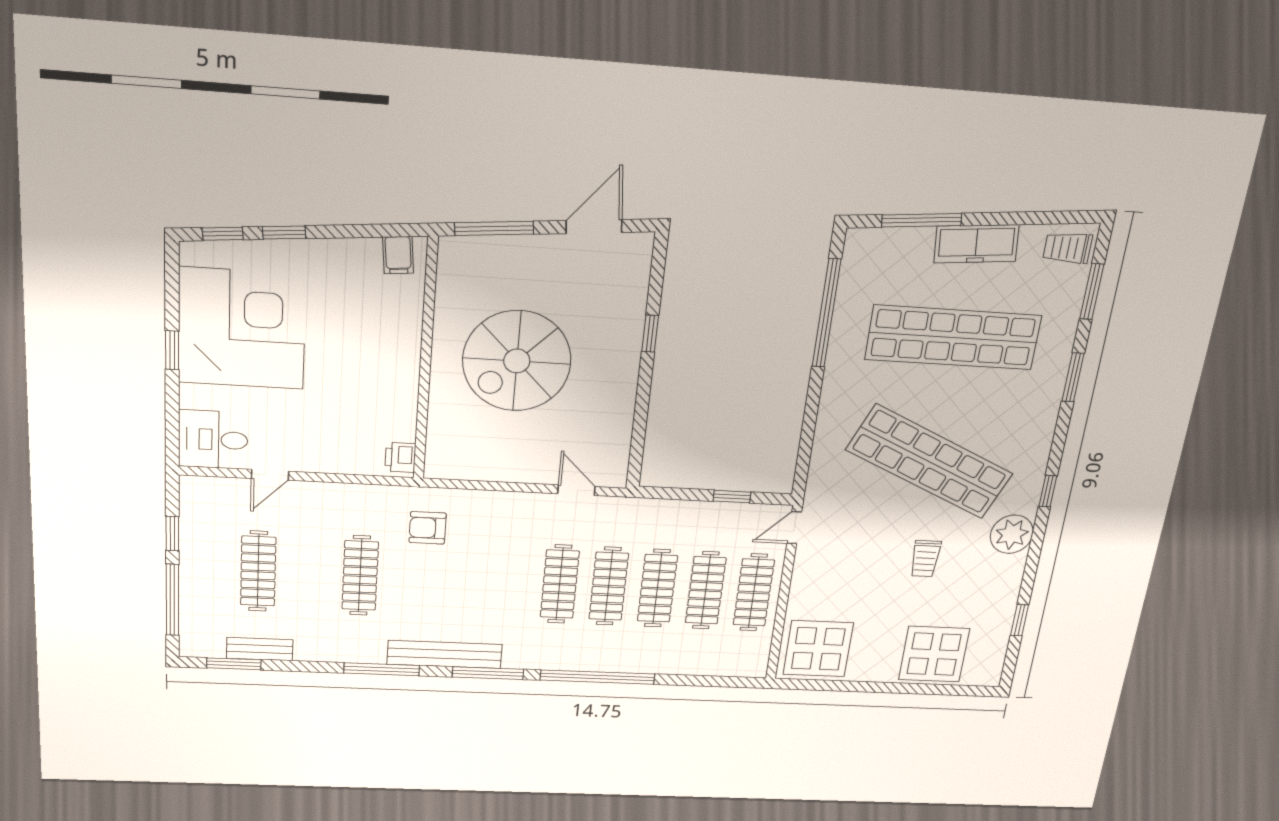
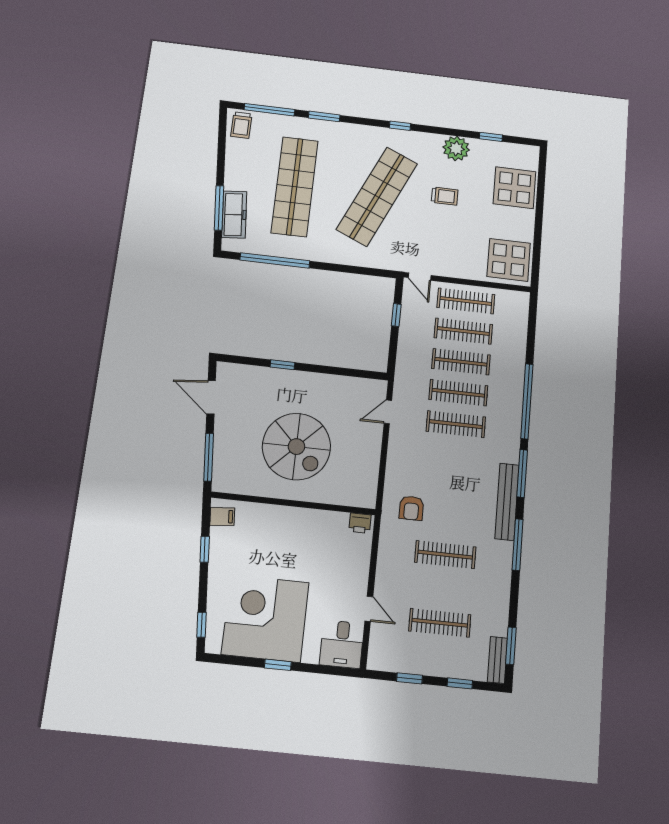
window: (284, 233) -> (205, 549), moved
freezer: (976, 244) -> (234, 215), moved
window: (1092, 291) -> (269, 110), width x1.44
plant: (1012, 534) -> (456, 148), moved
window: (172, 600) -> (460, 683), width x0.46
bench: (260, 649) -> (497, 660), moved

